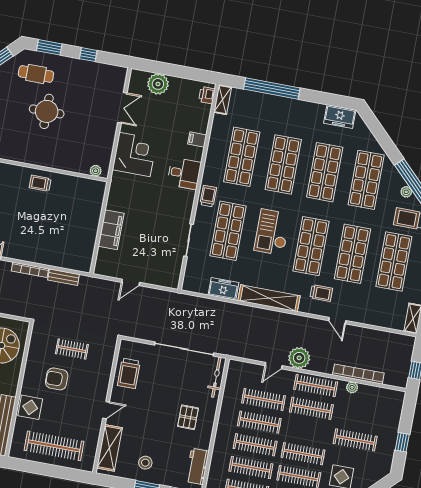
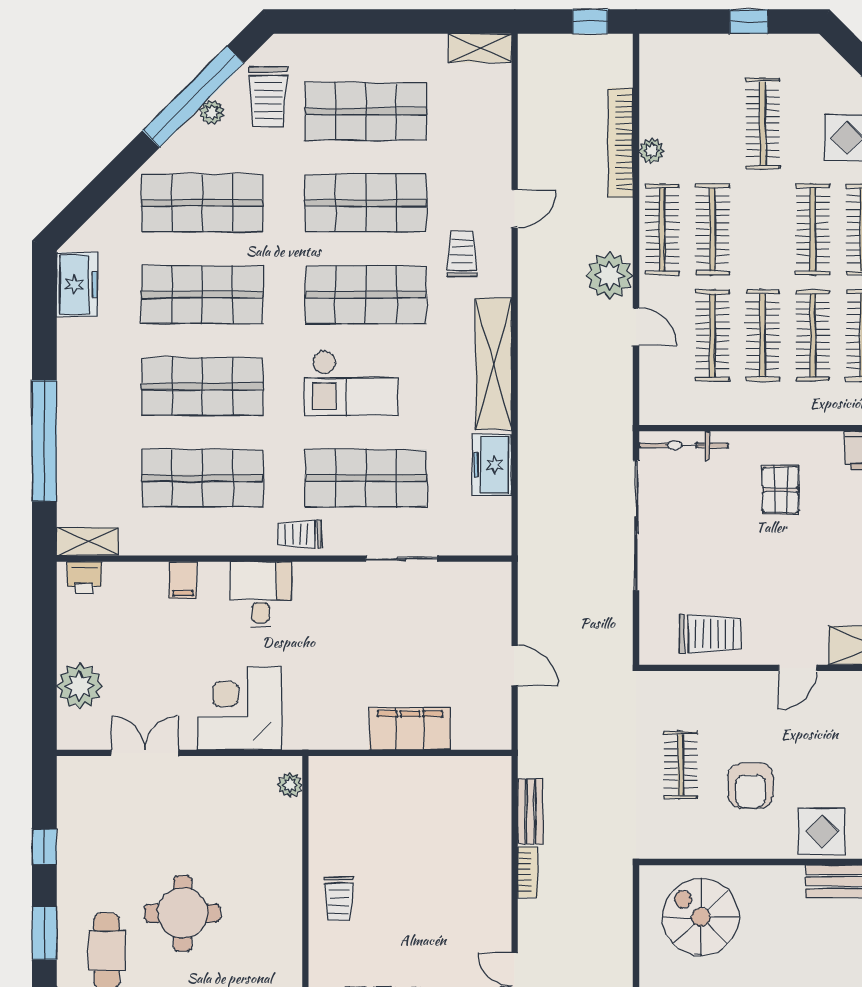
bookcase: (30, 270) -> (528, 872), width x0.64
door: (106, 410) -> (798, 668), swing flipped
pallet: (188, 417) -> (780, 490), turned 90

